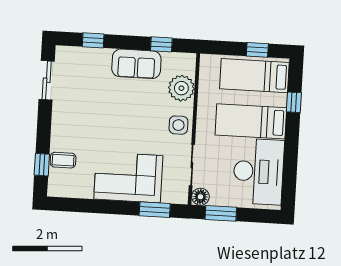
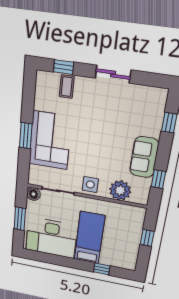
window: (257, 50) -> (147, 238), moved
bed: (254, 76) -> (125, 245), removed
sliding door: (47, 80) -> (113, 74), moved
window: (155, 210) -> (26, 136), moved
window: (221, 213) -> (20, 219), moved

